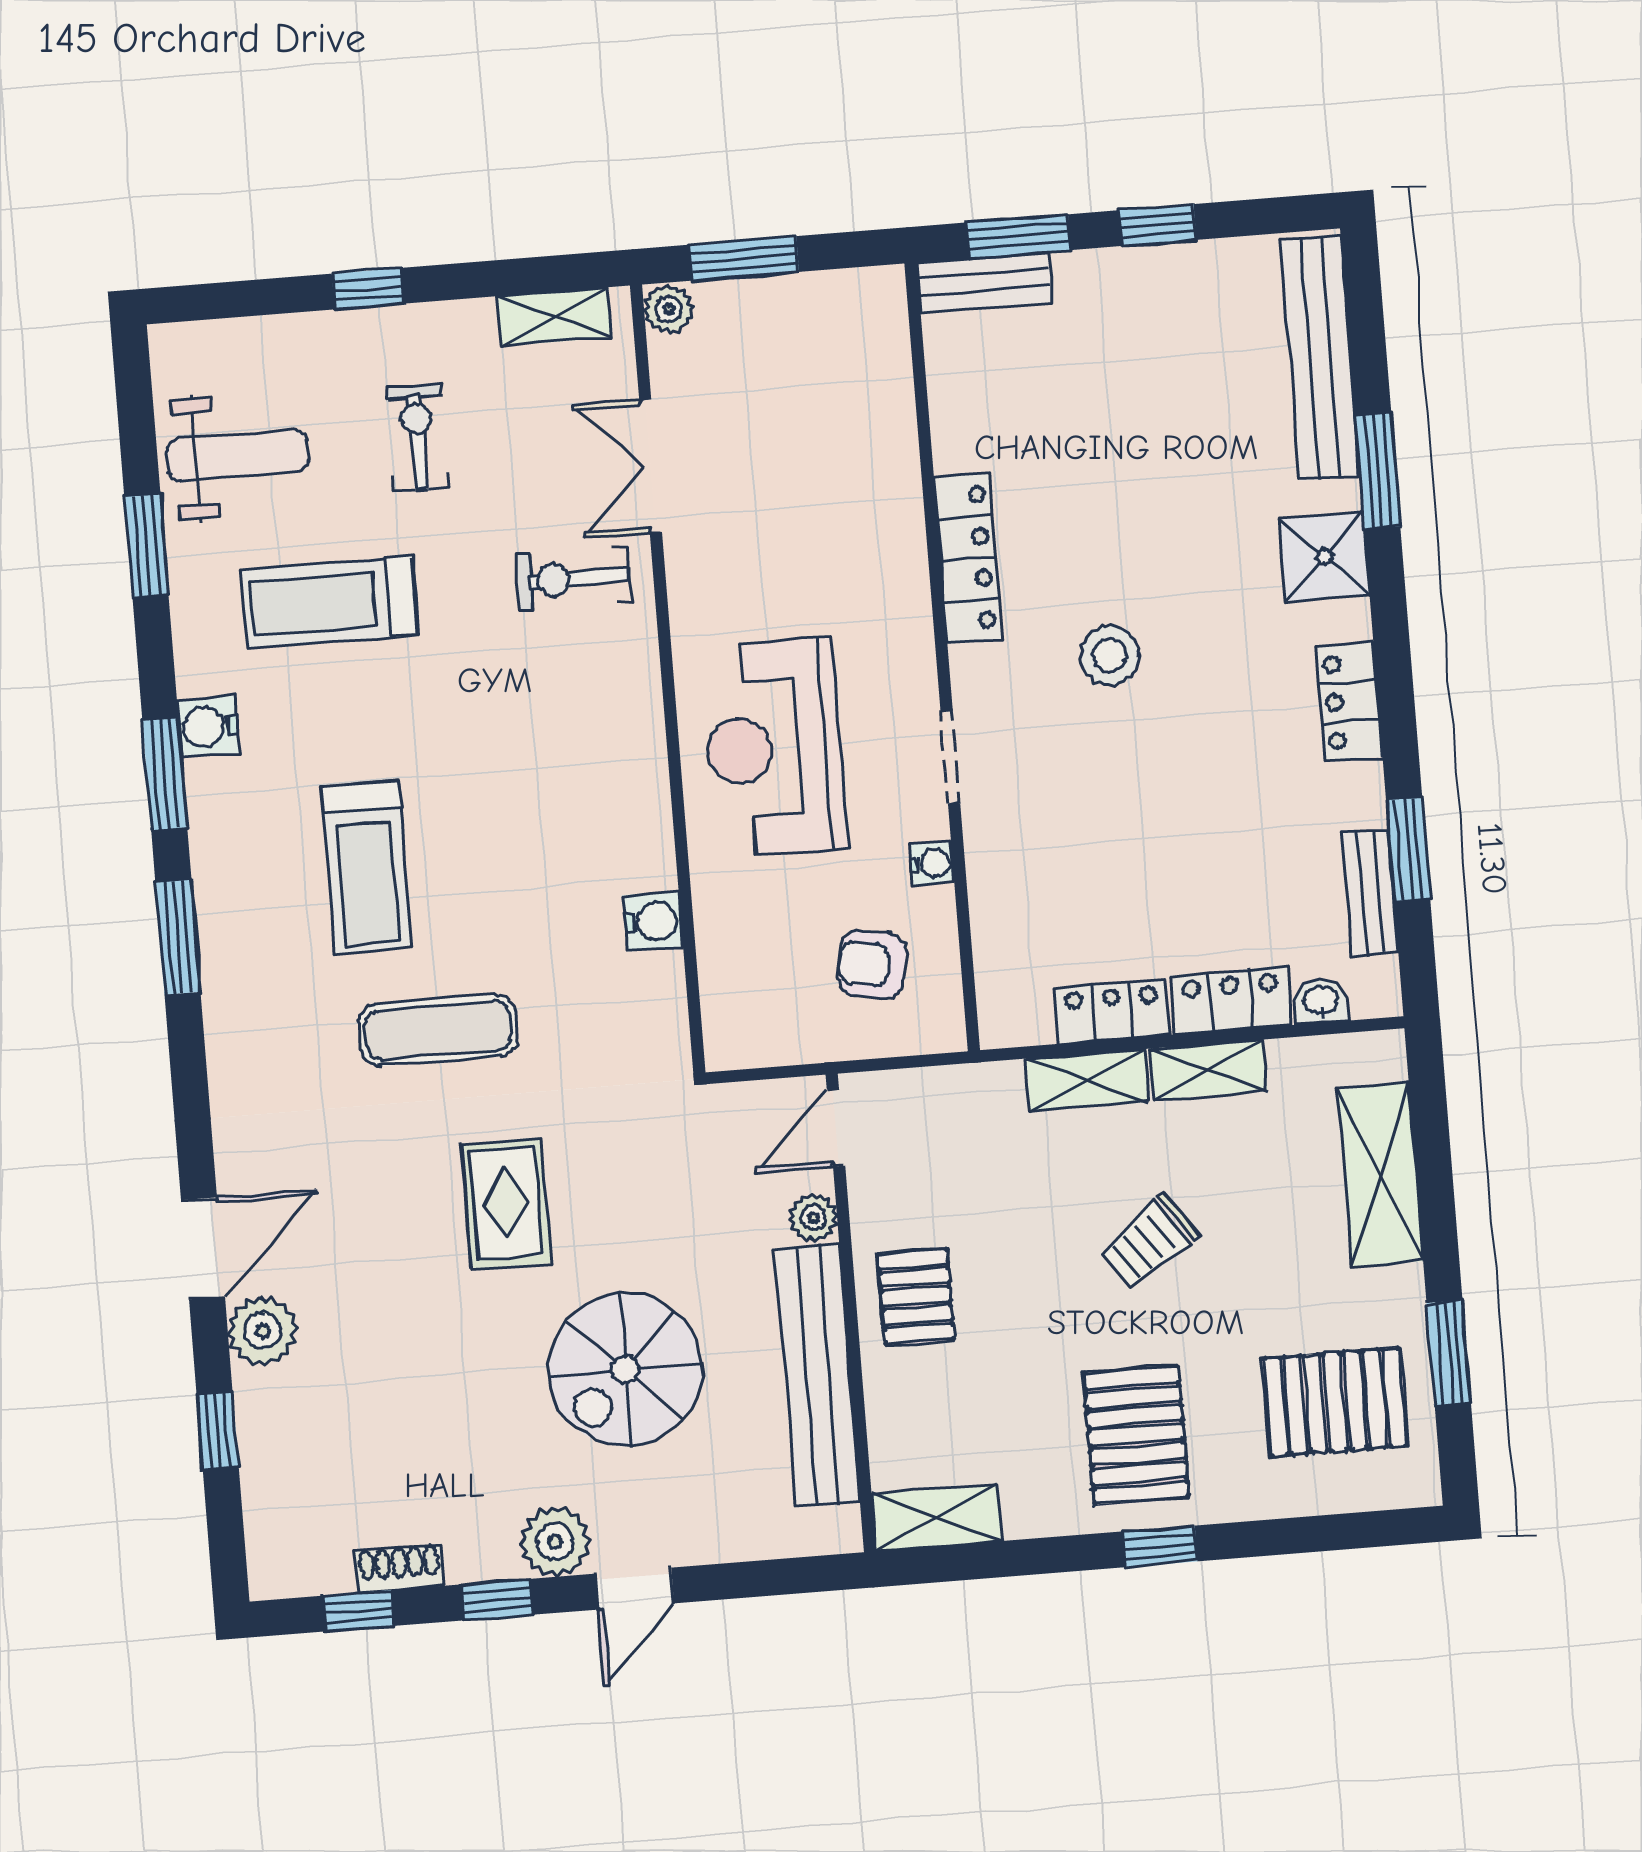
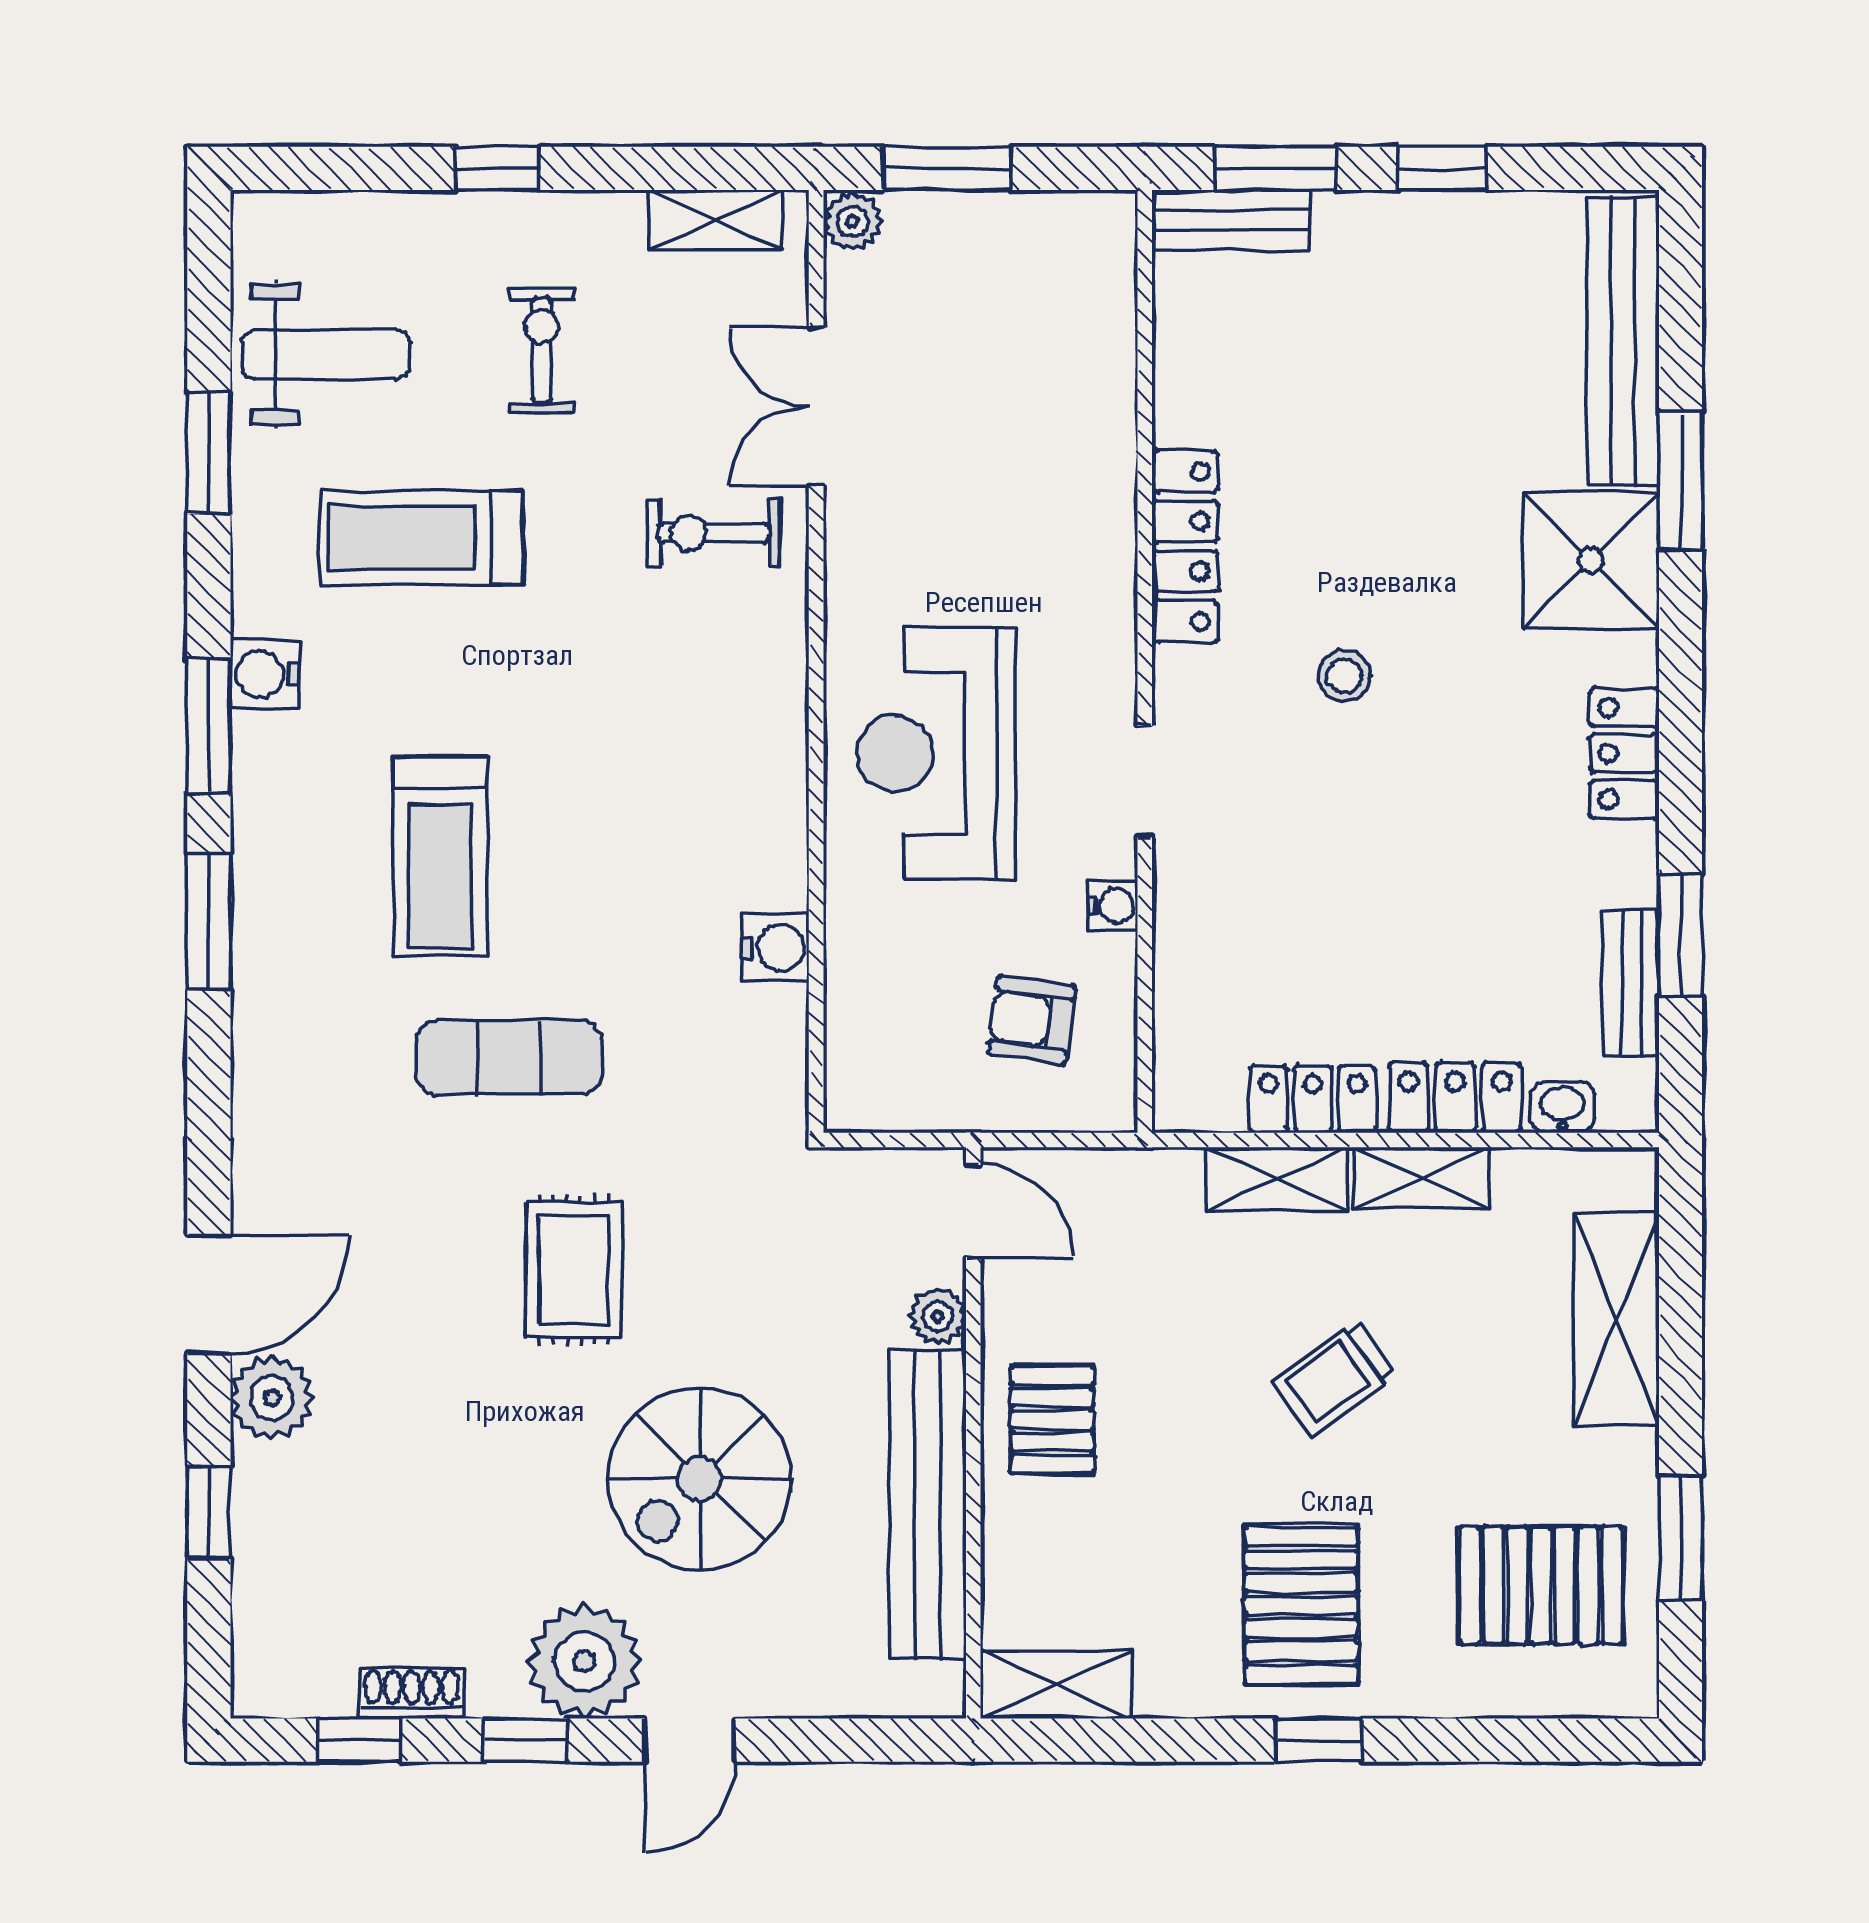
shower: (1324, 557) -> (1591, 560), width x1.36, depth x1.36
stool: (1110, 655) -> (1344, 676), width x0.73, depth x0.73
door: (836, 1128) -> (973, 1211), swing flipped
plant: (555, 1542) -> (584, 1662), width x1.36, depth x1.36

